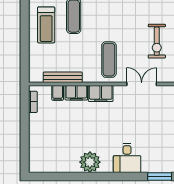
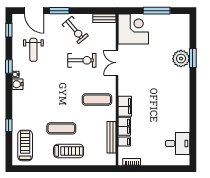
double door: (142, 84) -> (117, 63), moved
desk: (127, 158) -> (178, 144), moved
plant: (90, 162) -> (181, 59), moved

